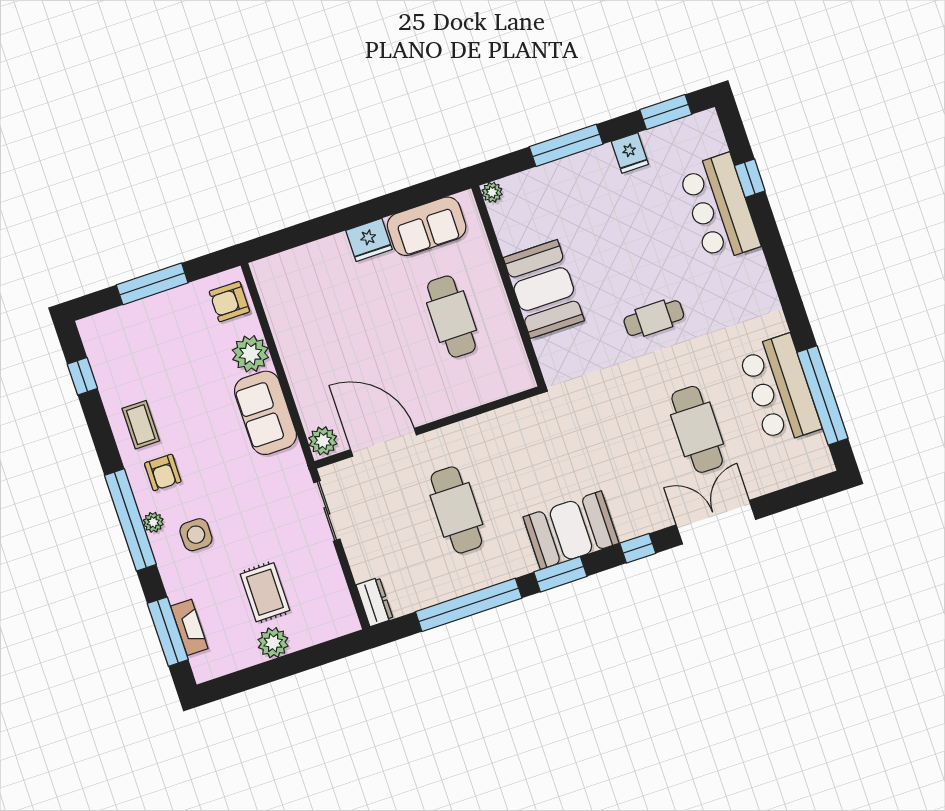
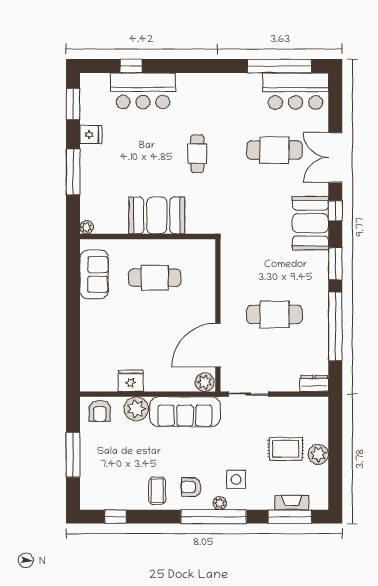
fridge: (369, 240) -> (131, 381), moved, turned -90
bar counter: (780, 389) -> (296, 91), moved
sofa: (265, 413) -> (185, 412), width x1.36
coffee table: (141, 425) -> (157, 491), turned 90
armchair: (163, 472) -> (191, 487), turned 180
booth: (571, 530) -> (310, 223), moved

